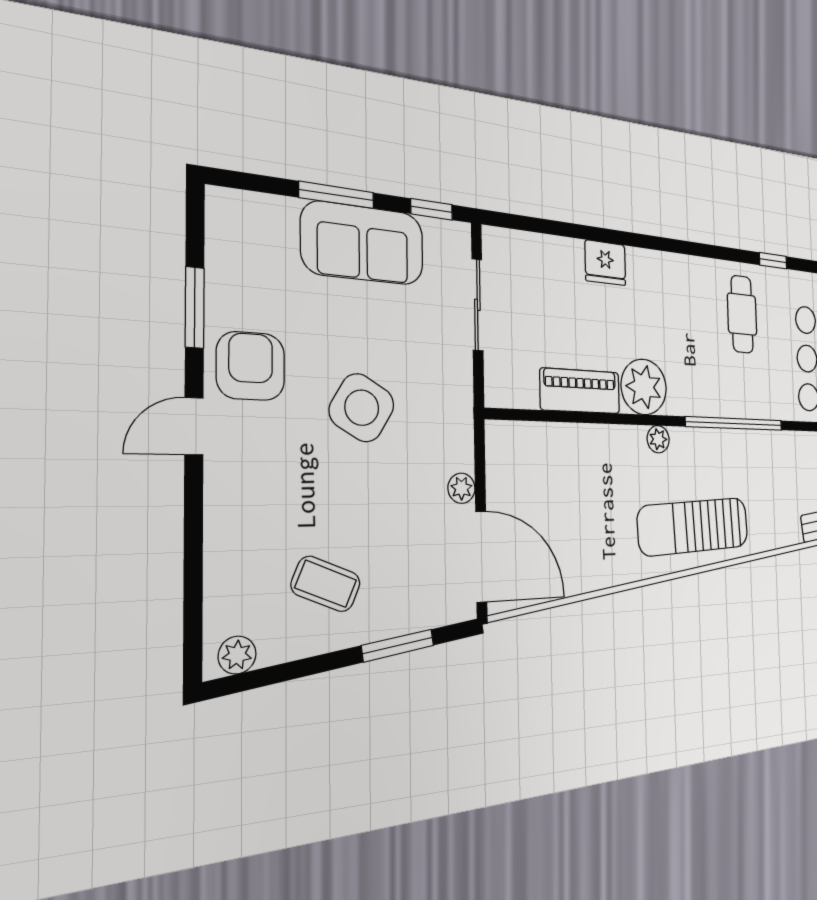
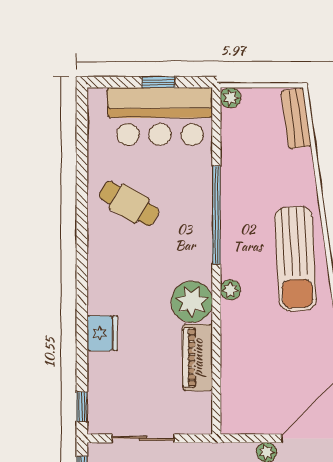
window: (773, 261) -> (82, 407), moved
cafe table: (742, 314) -> (129, 204), turned 30

